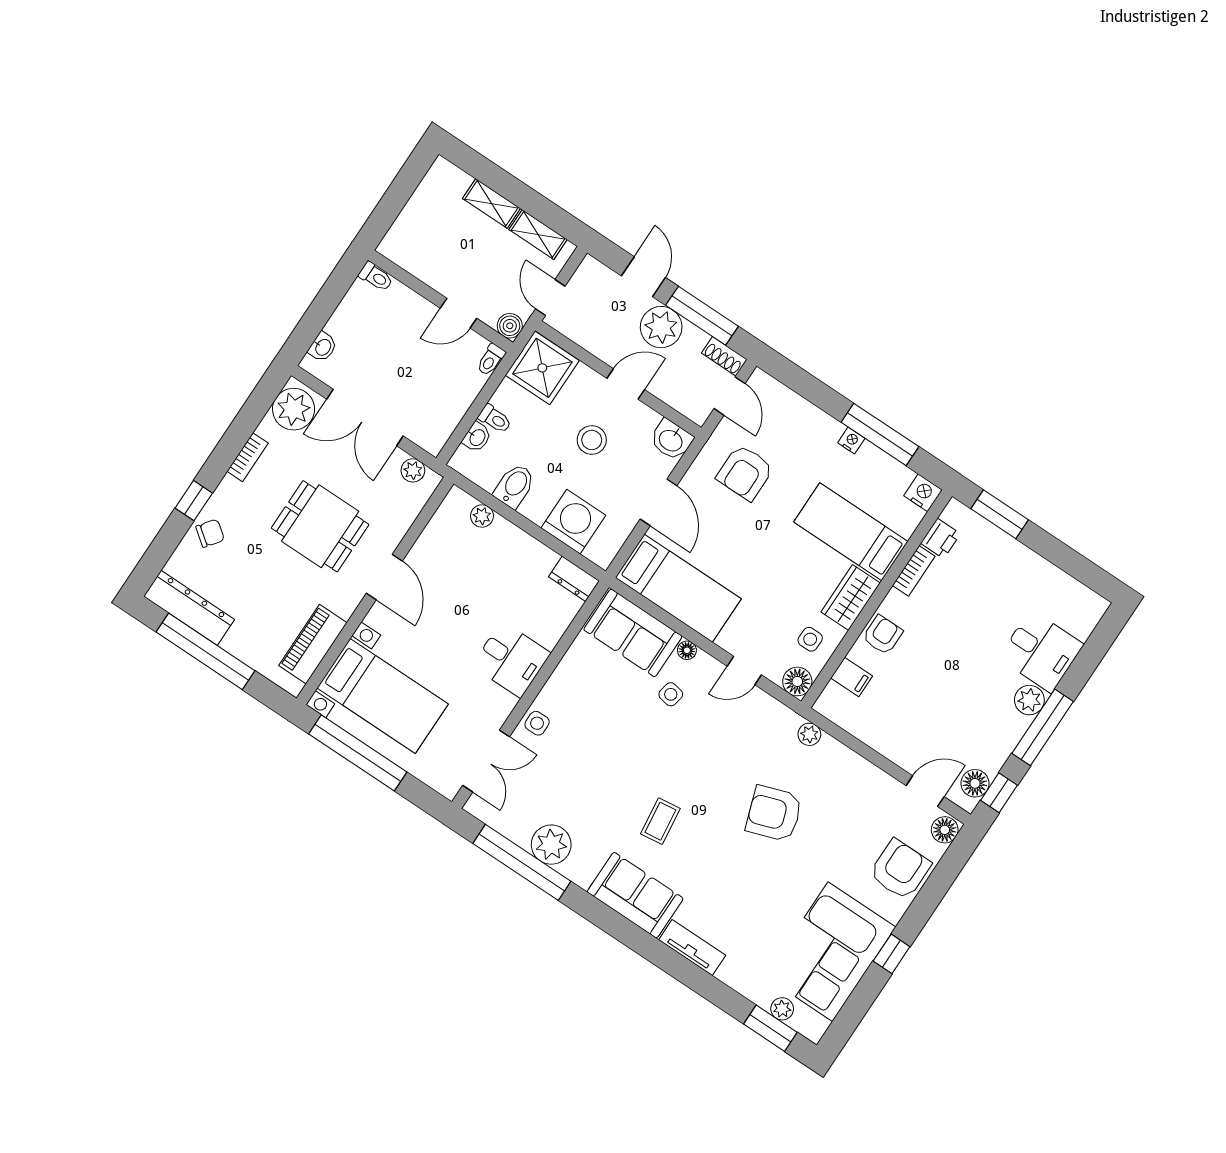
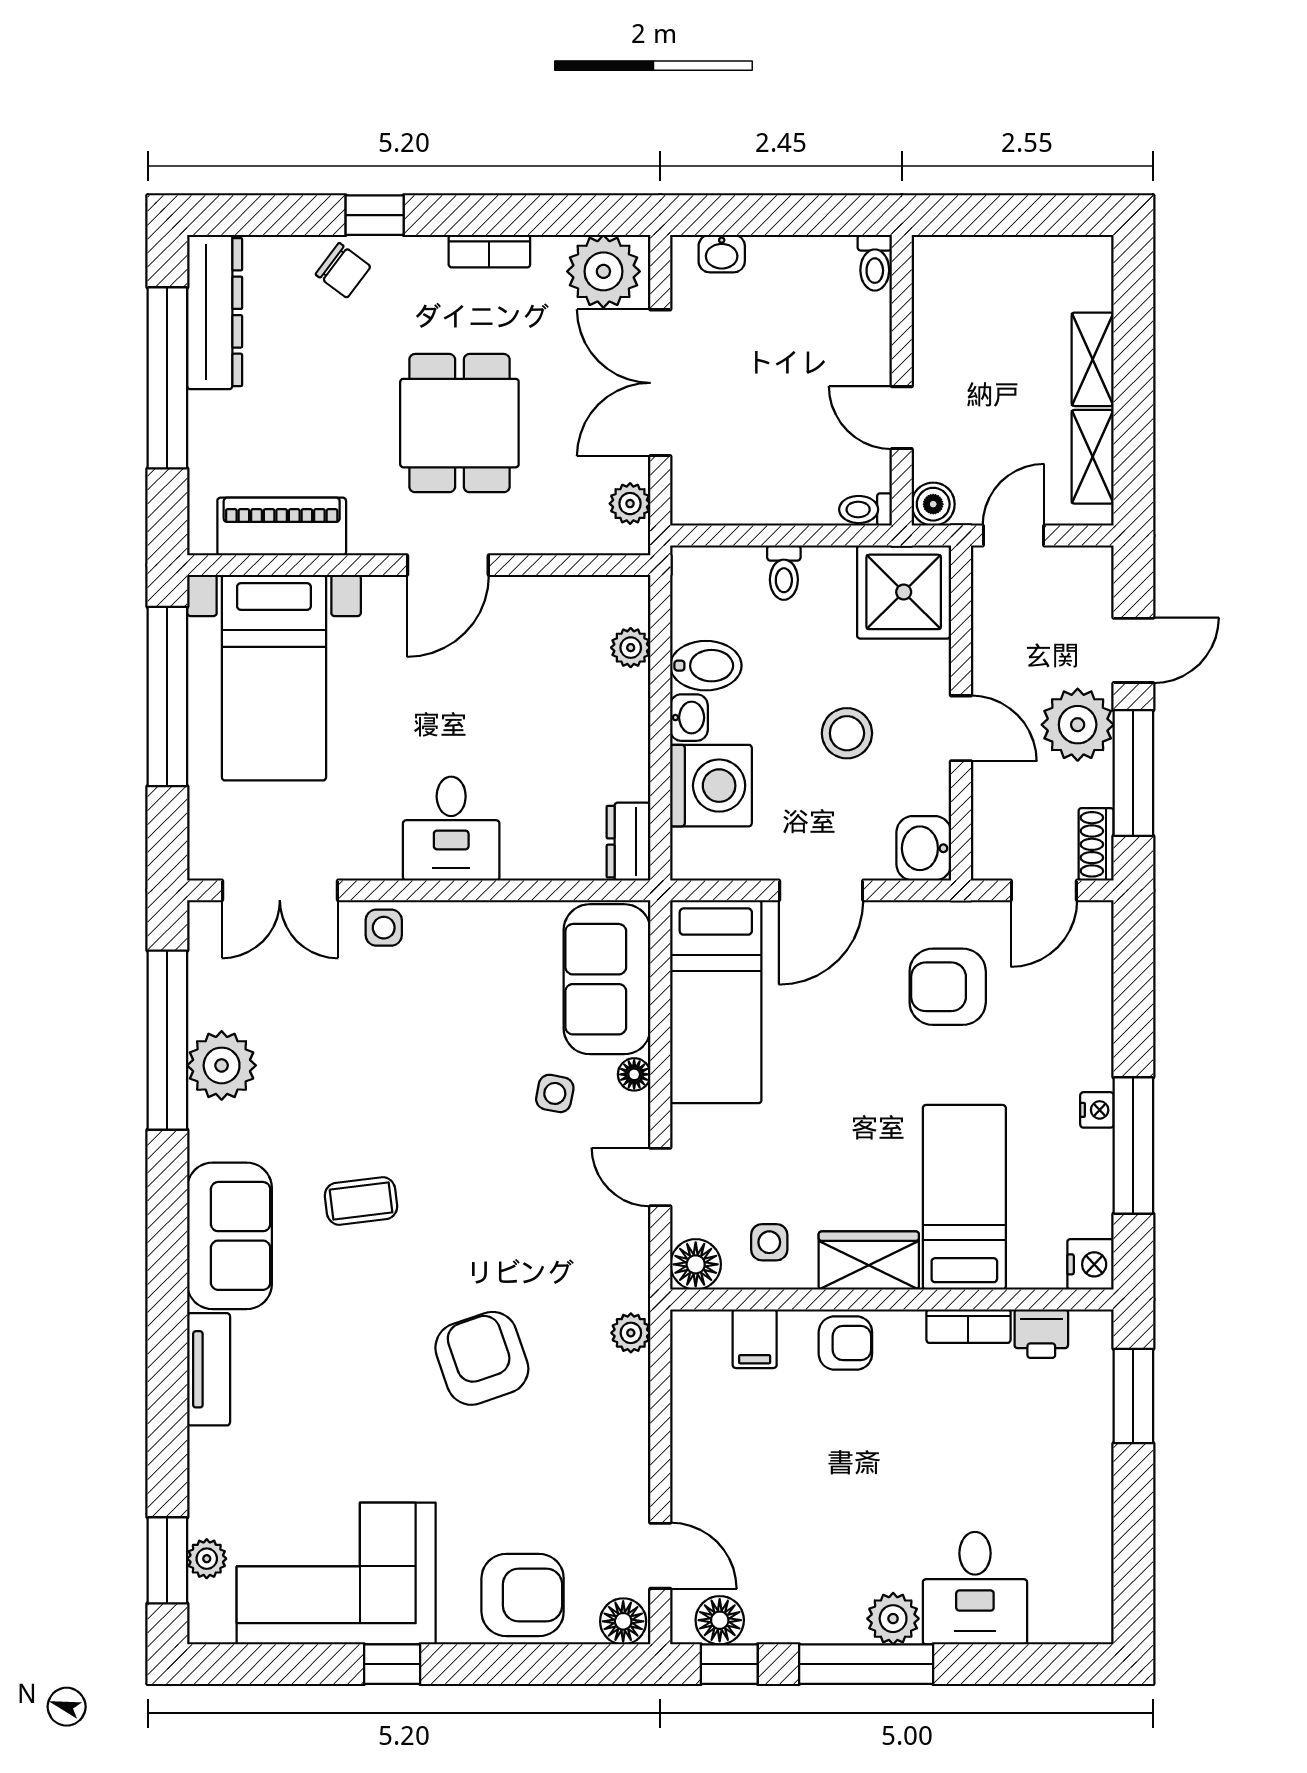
washbasin: (477, 437) -> (689, 718), moved, turned -90

